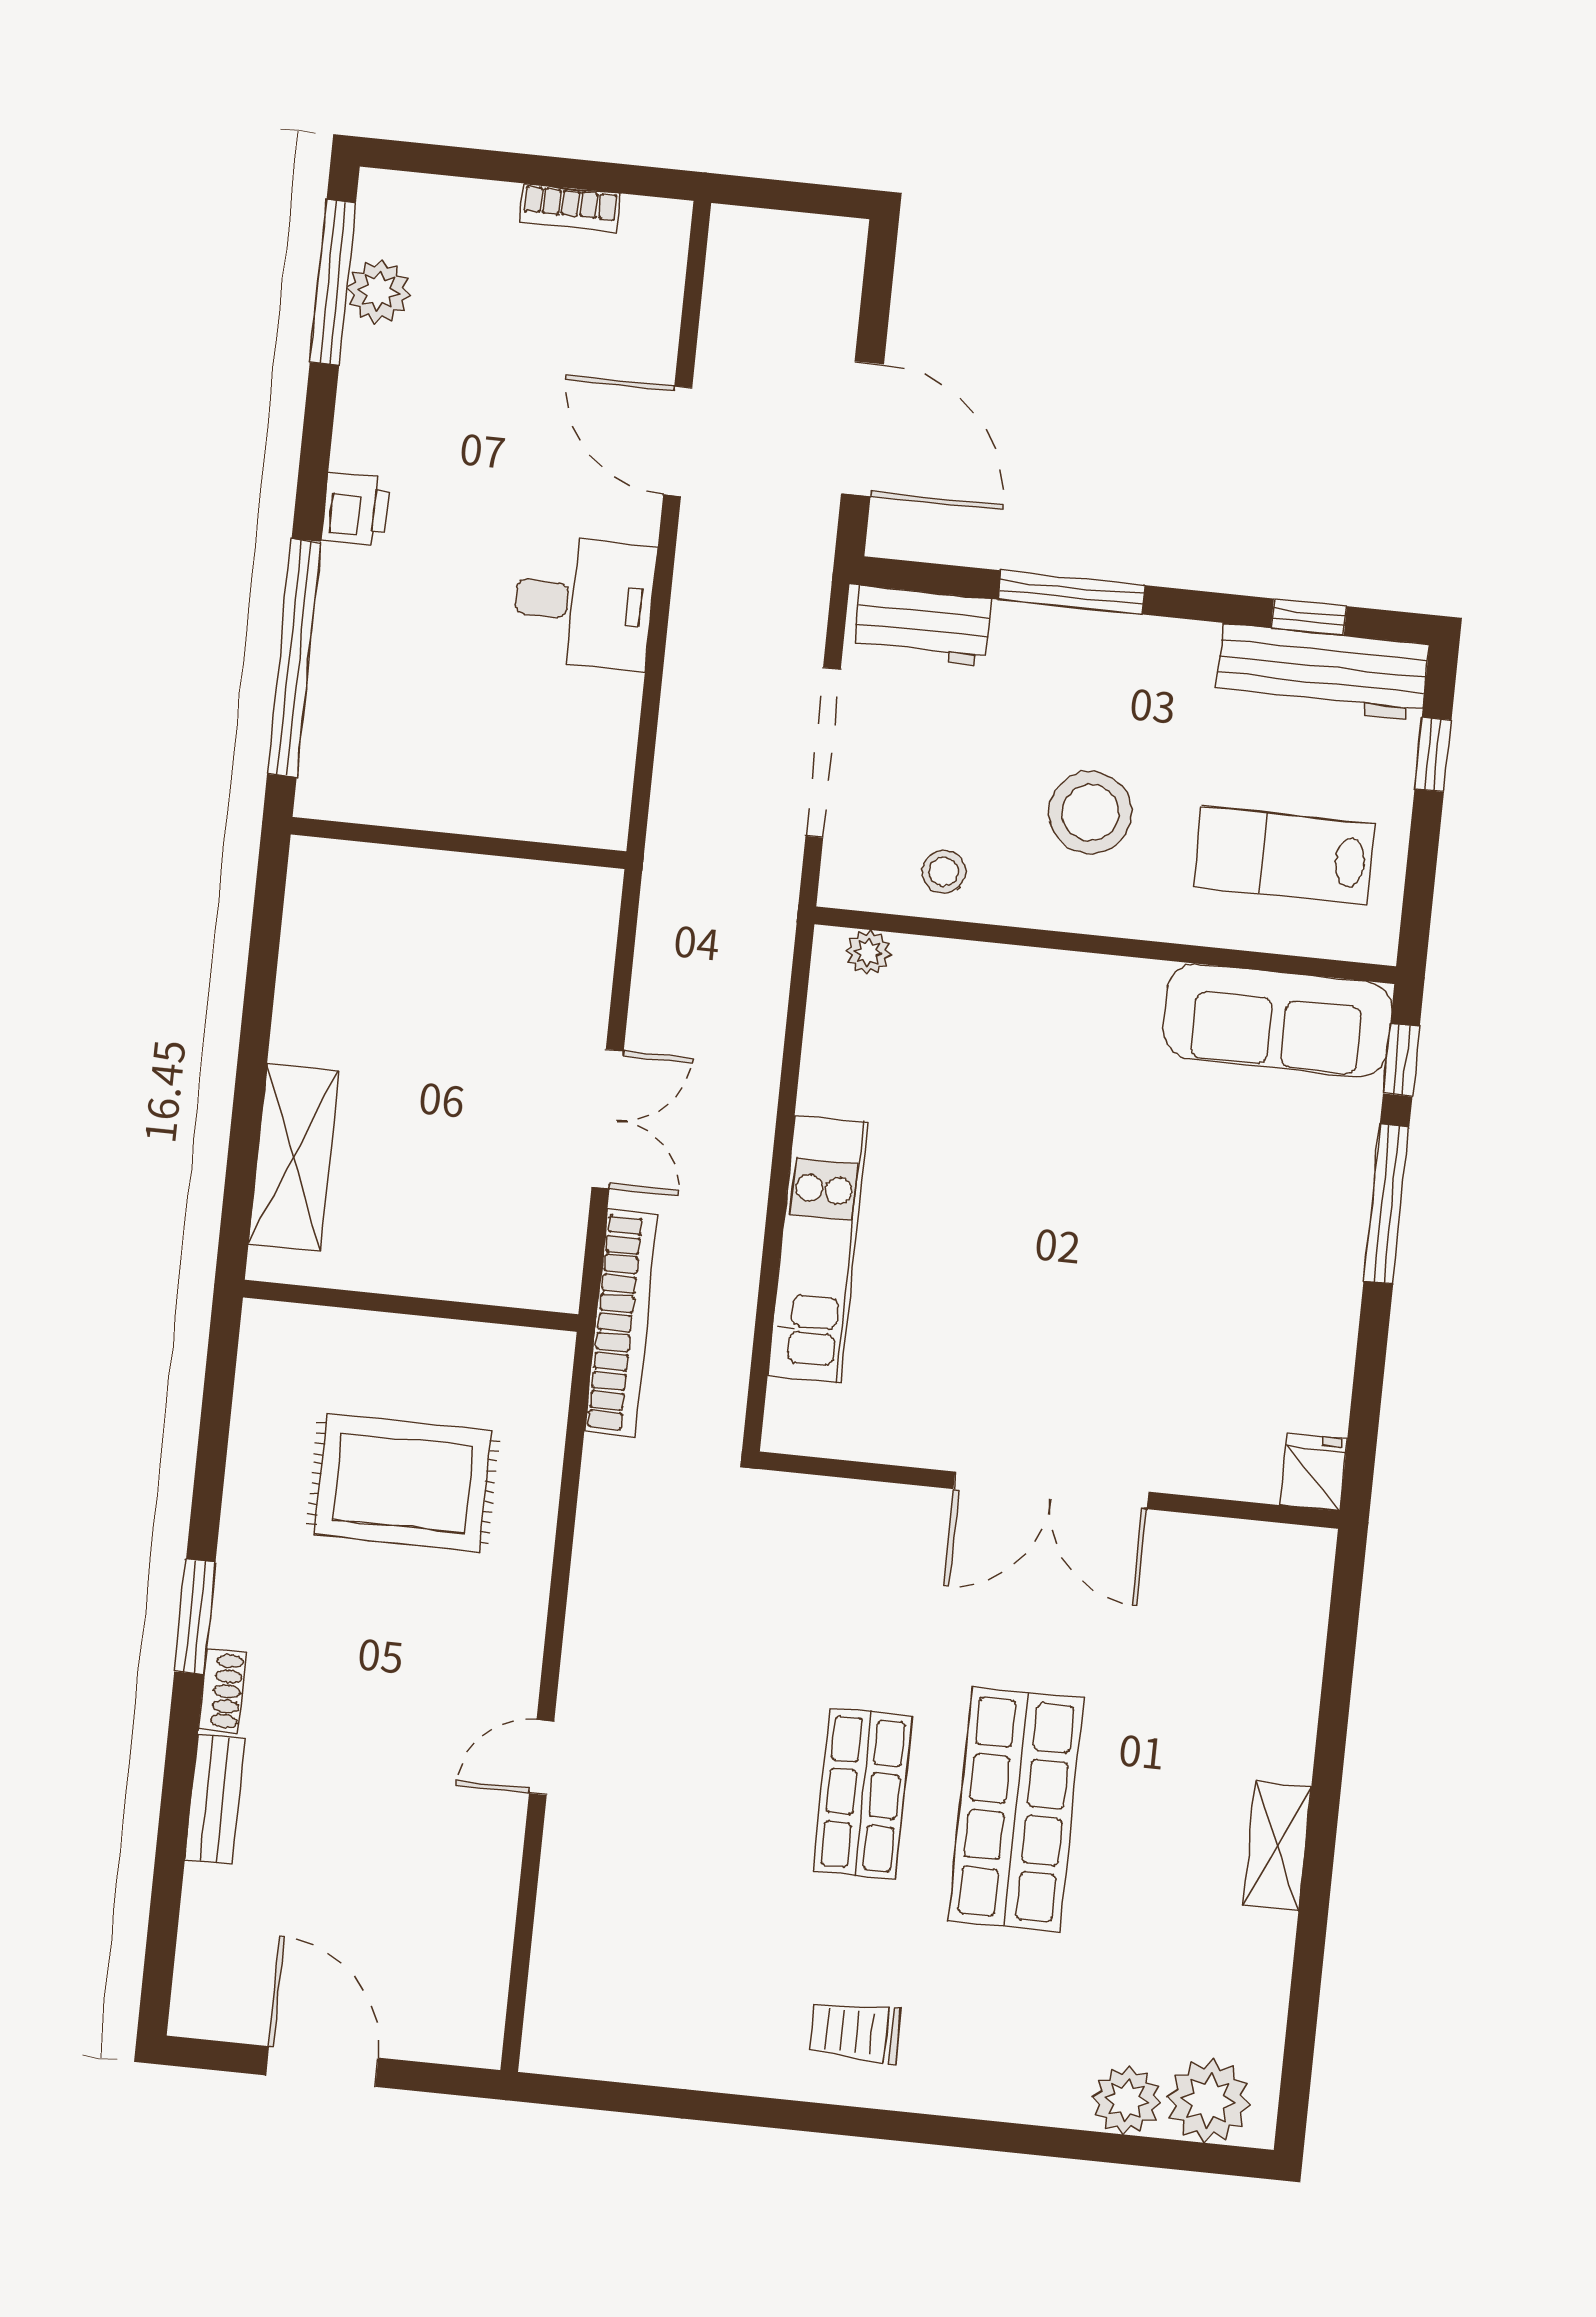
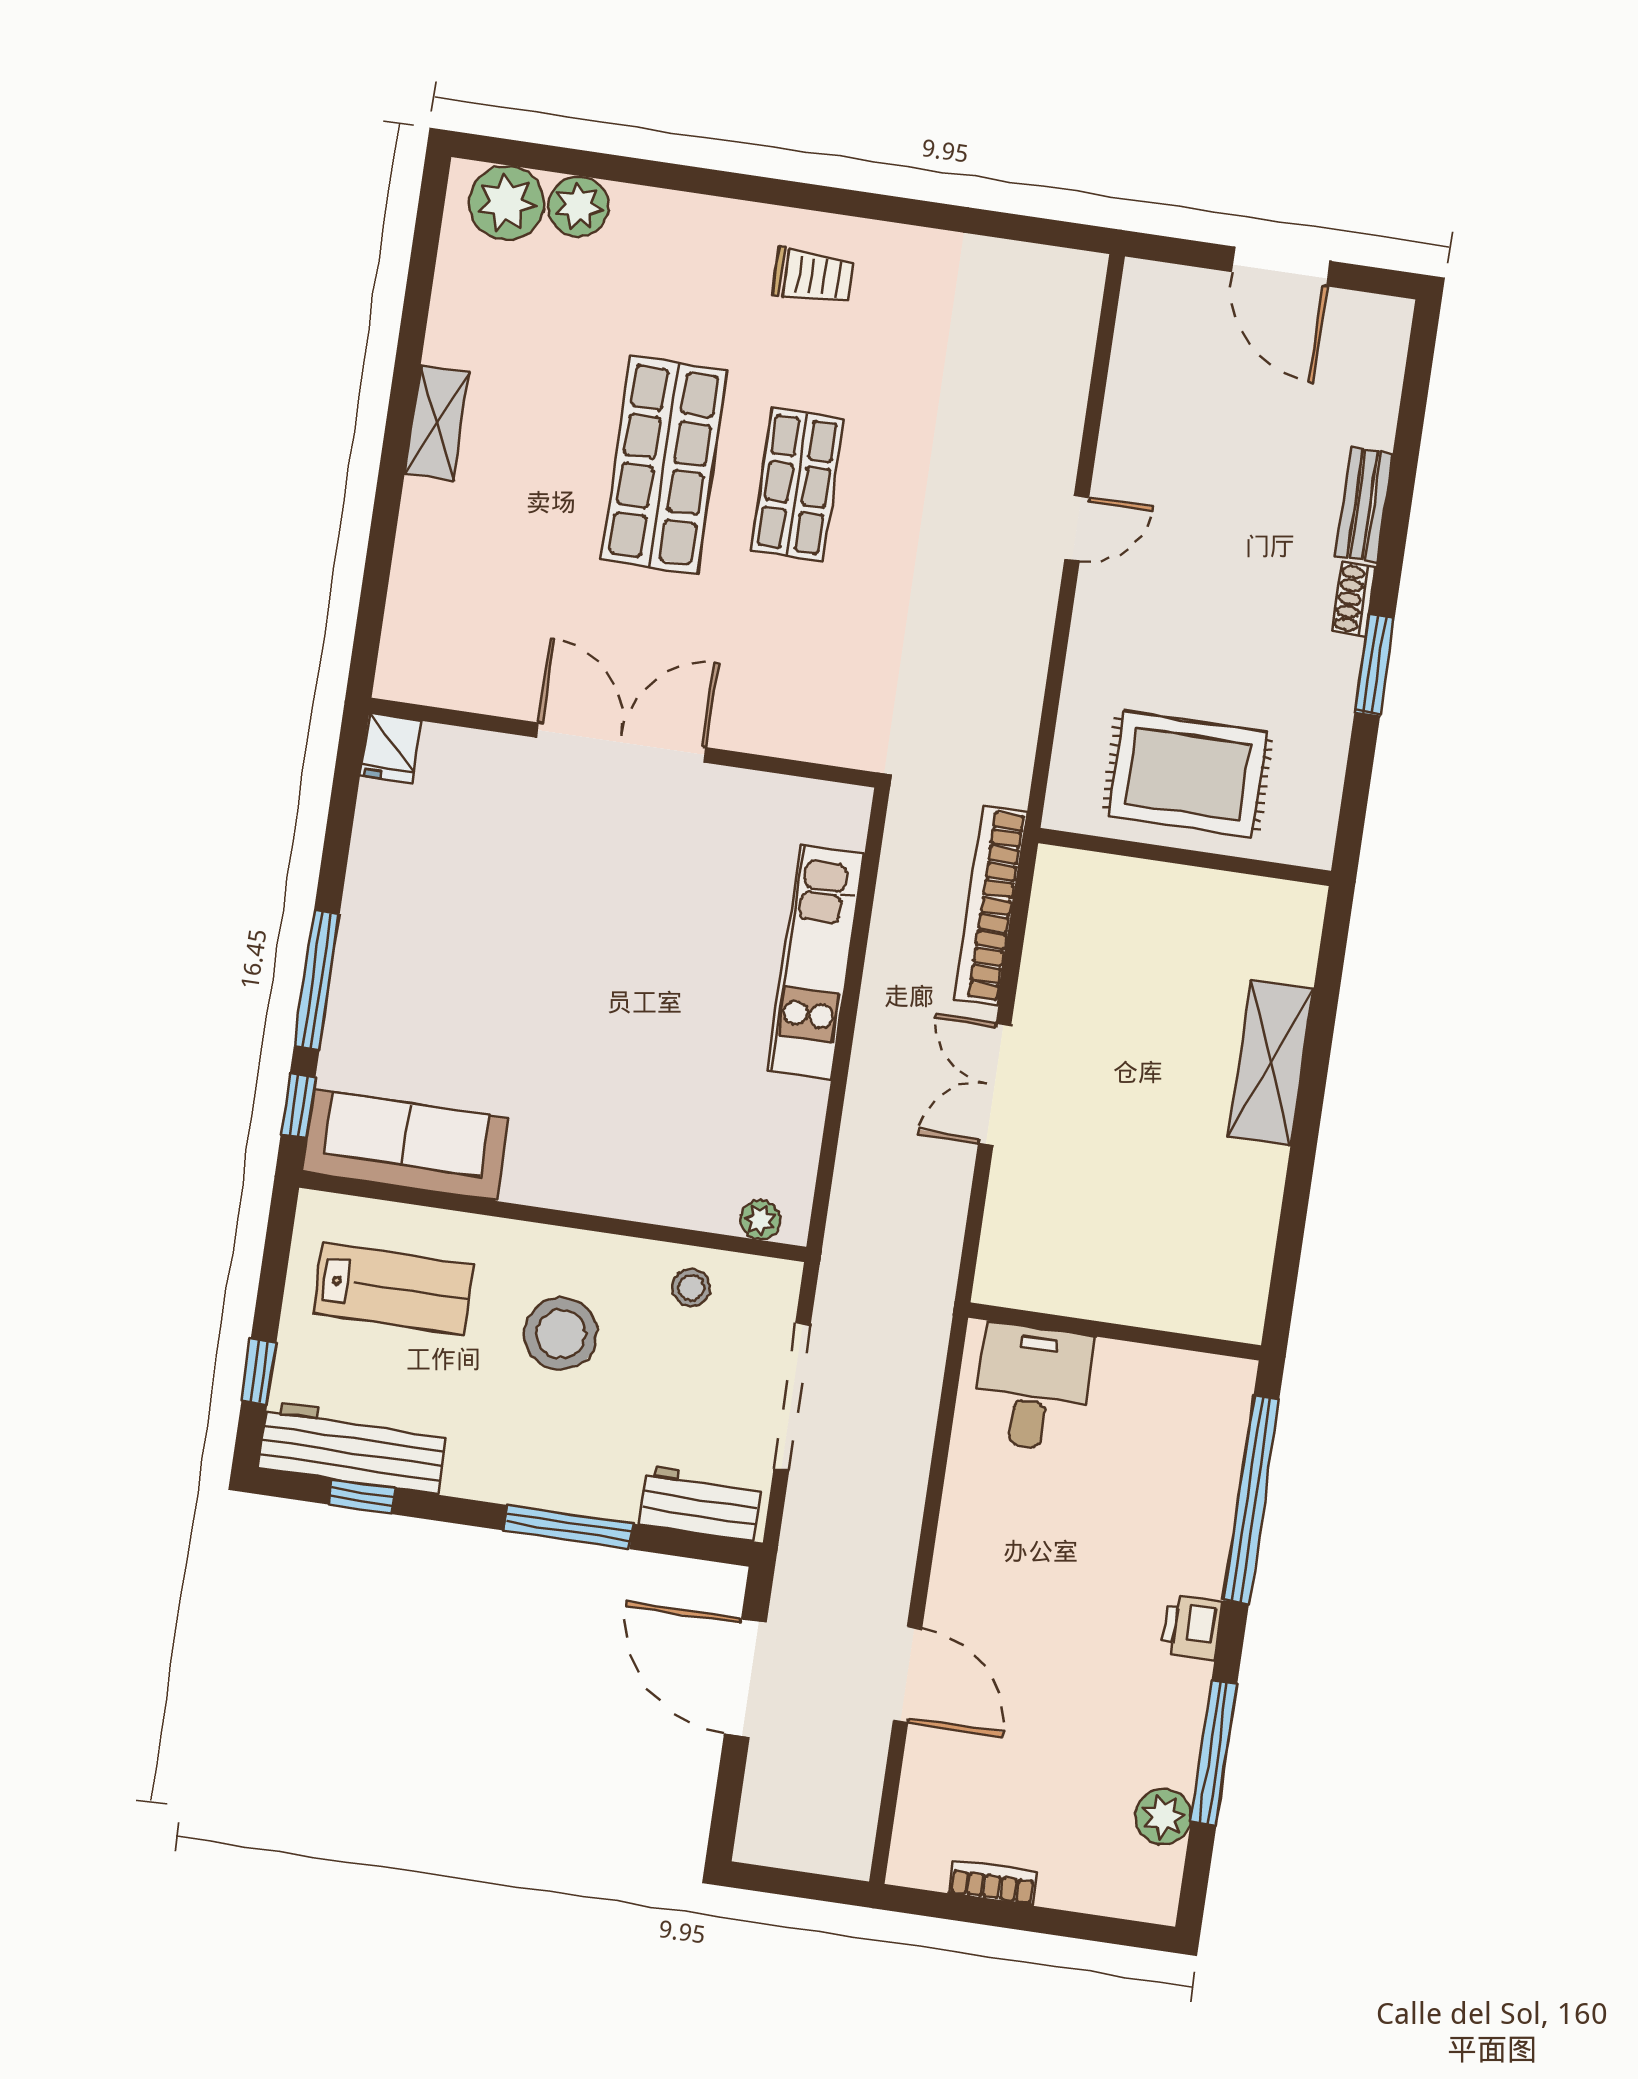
window: (333, 282) -> (1214, 1753), moved
desk: (584, 603) -> (1033, 1387), moved, turned 90
wall: (411, 1306) -> (1185, 857), moved

